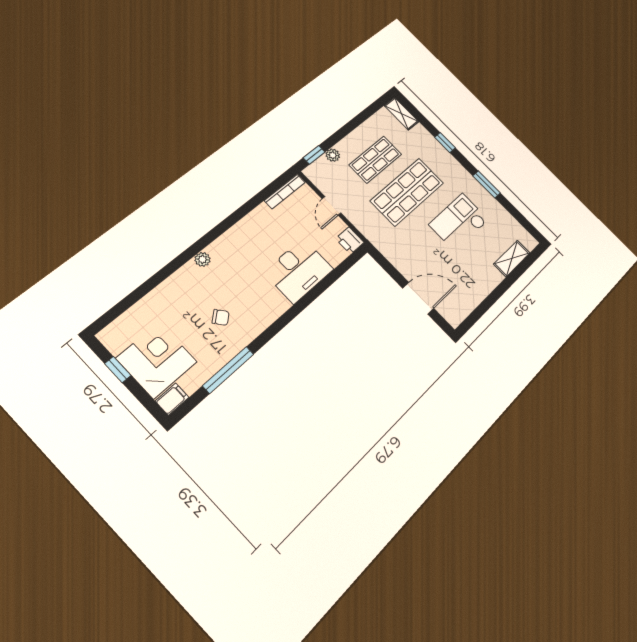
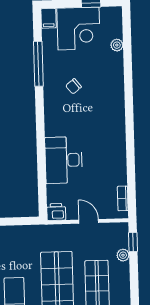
bookcase: (285, 192) -> (123, 198), width x0.64
plant: (202, 259) -> (117, 45), moved

